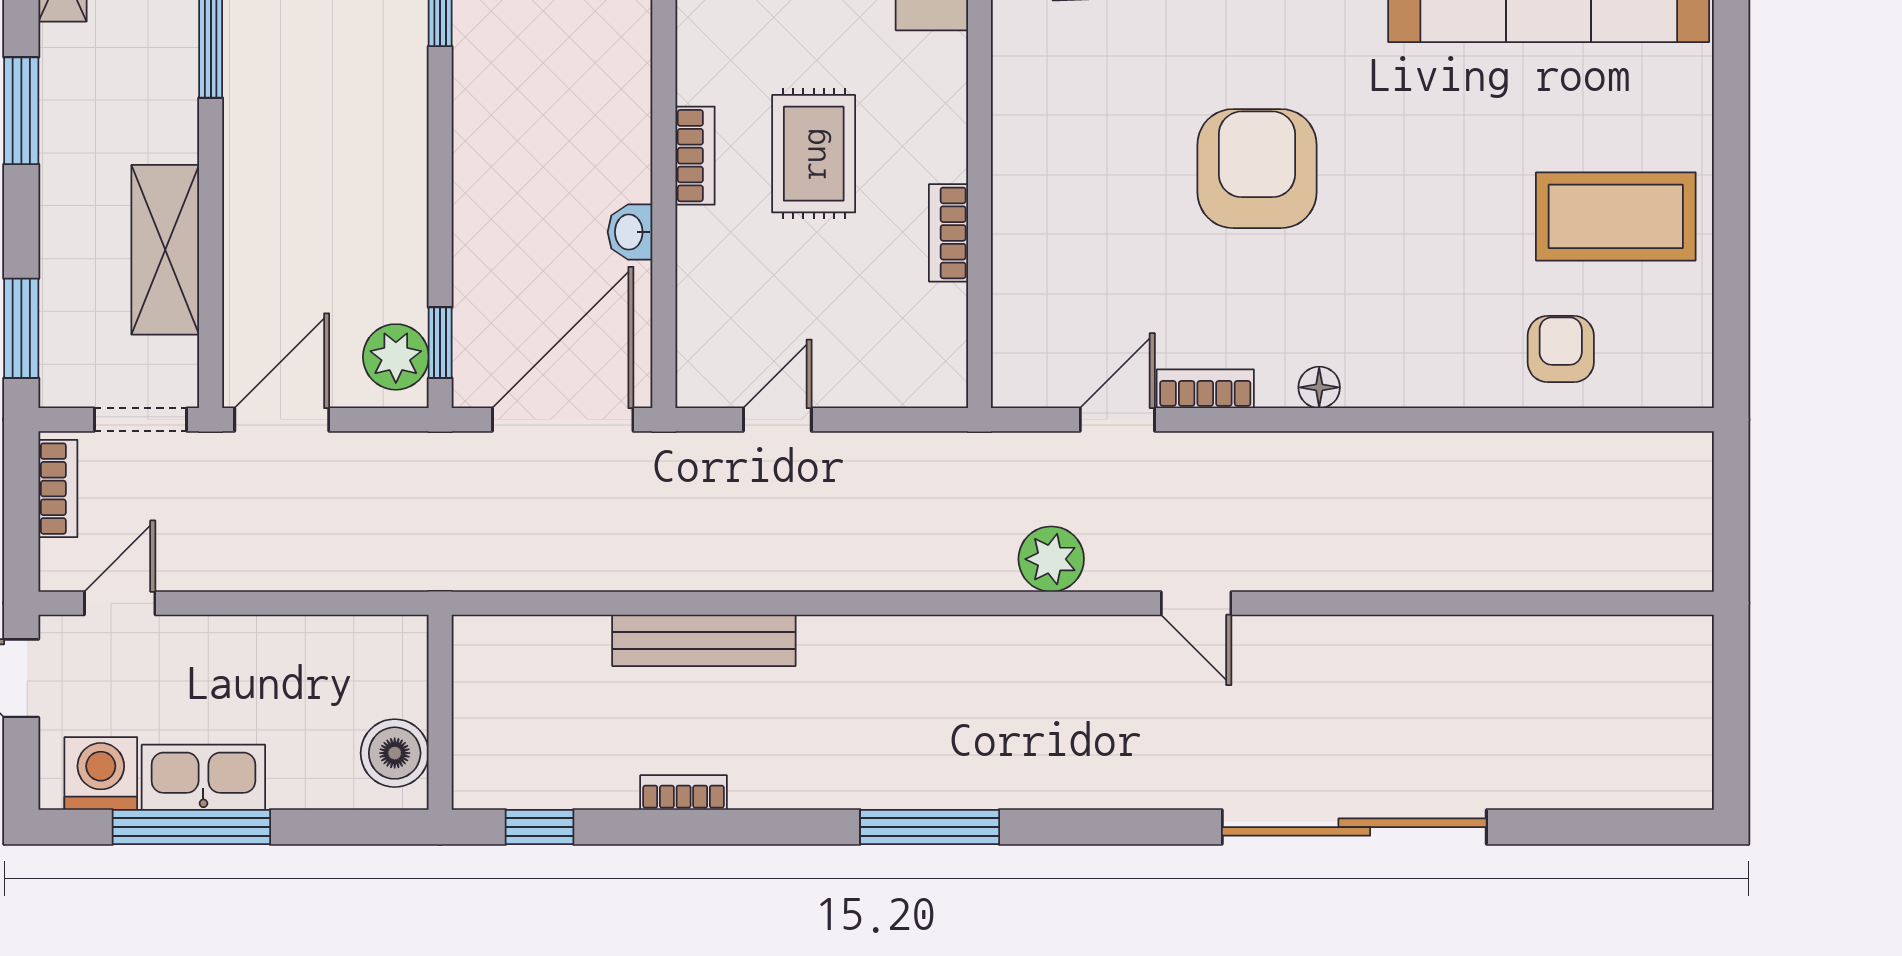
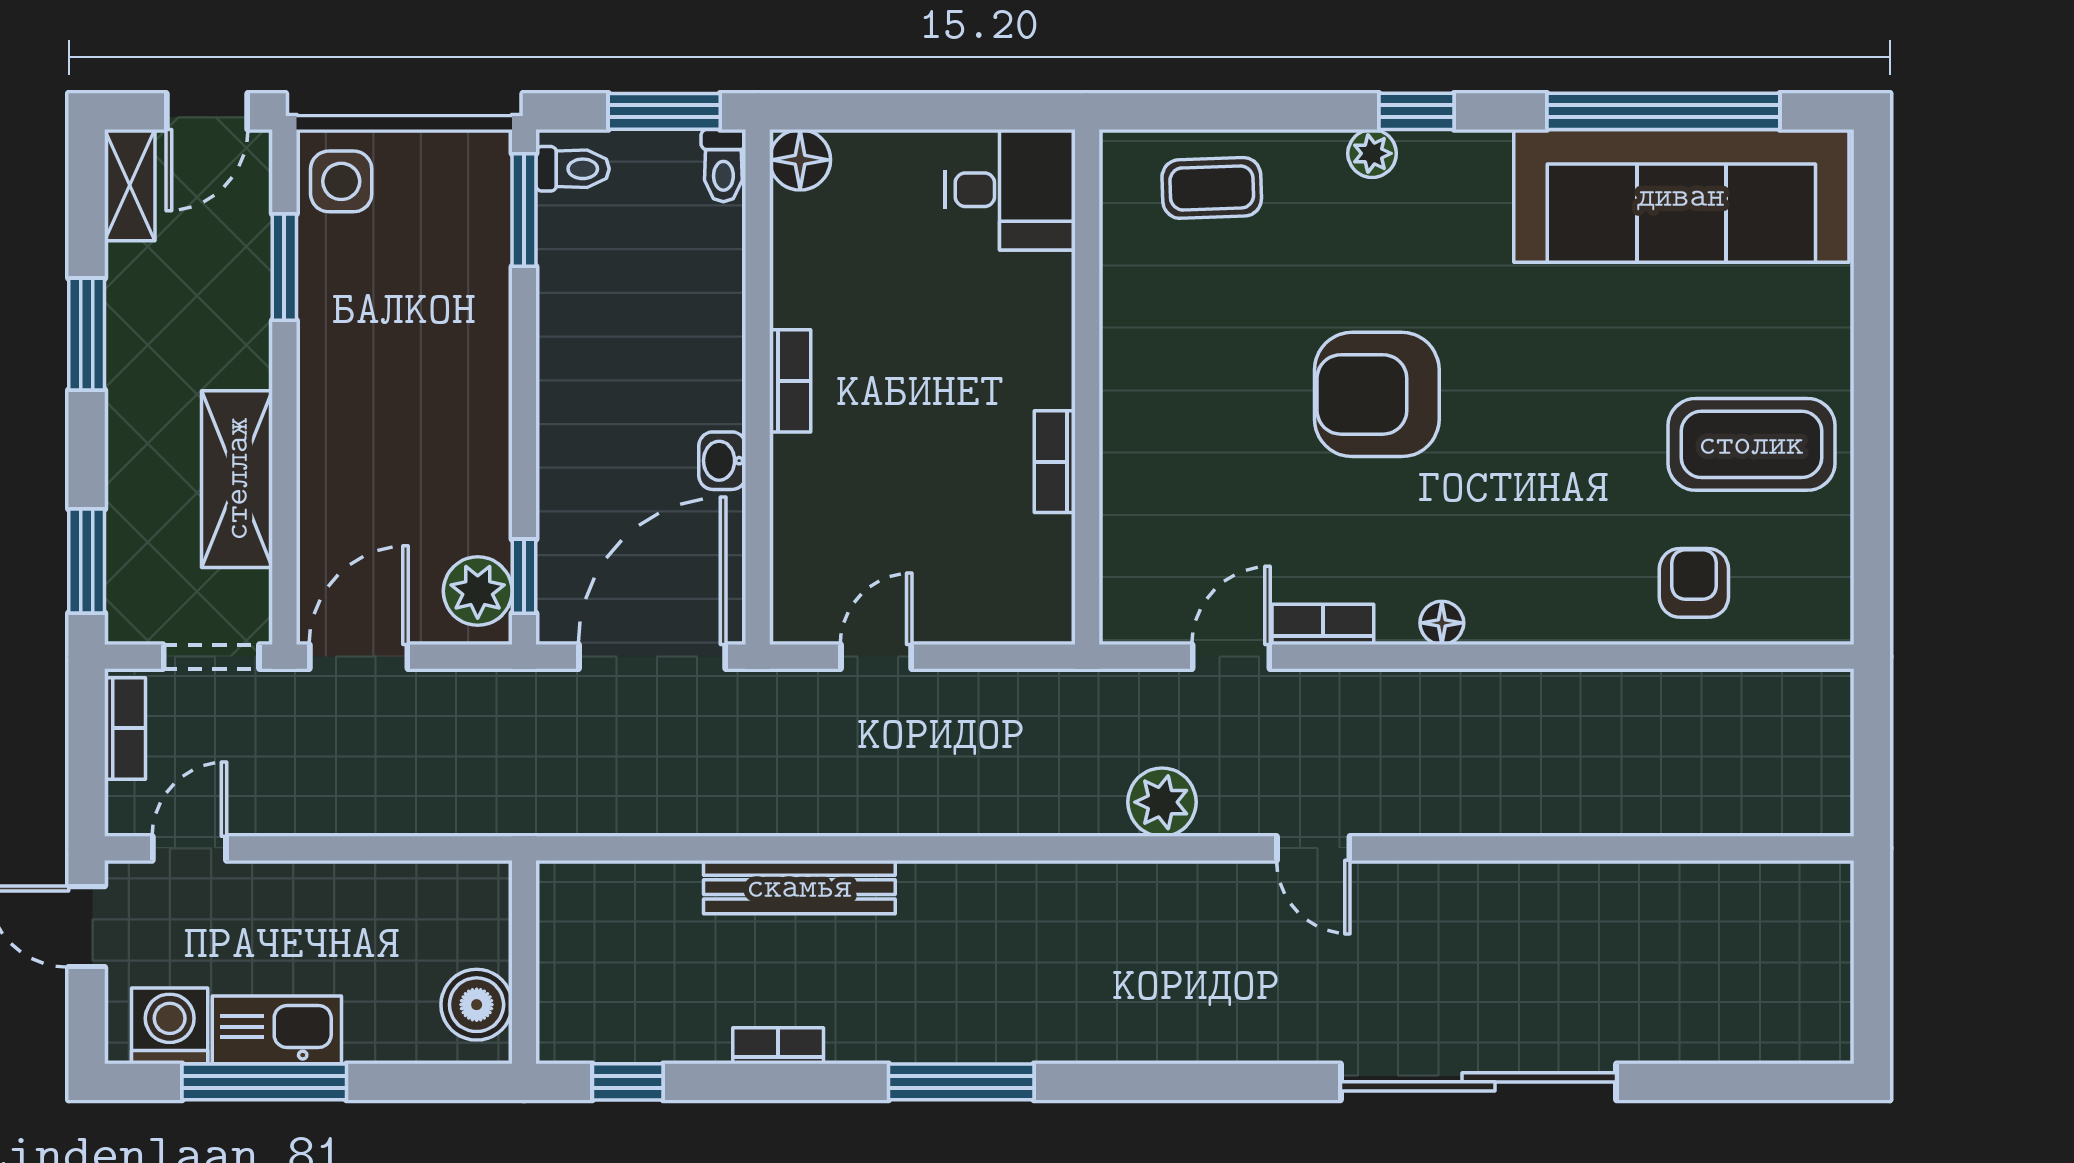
rug: (814, 154) -> (914, 379), removed
armchair: (1257, 169) -> (1377, 394), turned -90
window: (930, 827) -> (961, 1082), moved

